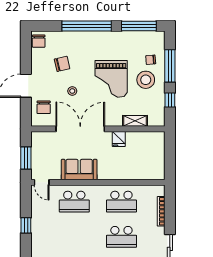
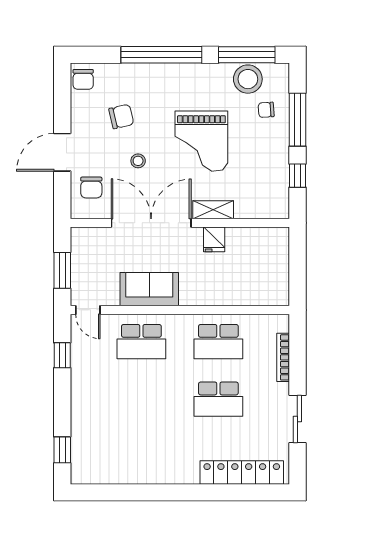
stool: (146, 80) -> (248, 79), moved
shelving: (135, 121) -> (213, 210), moved
window: (26, 225) -> (62, 355), moved

